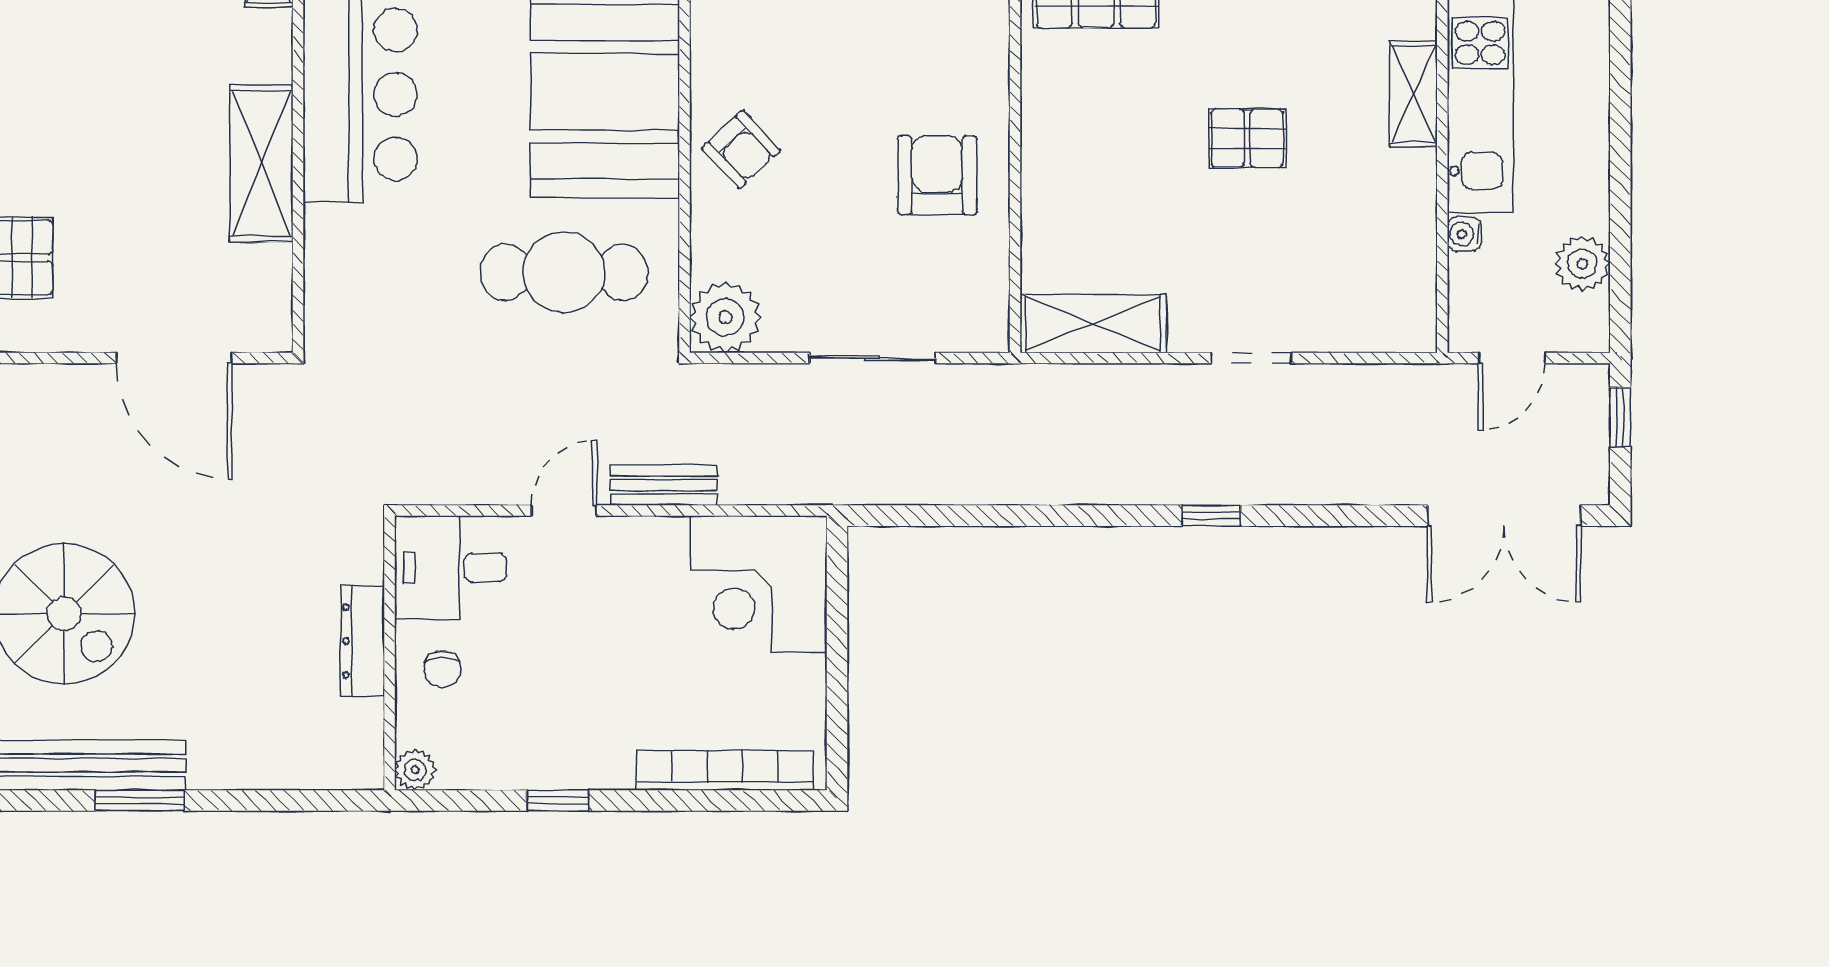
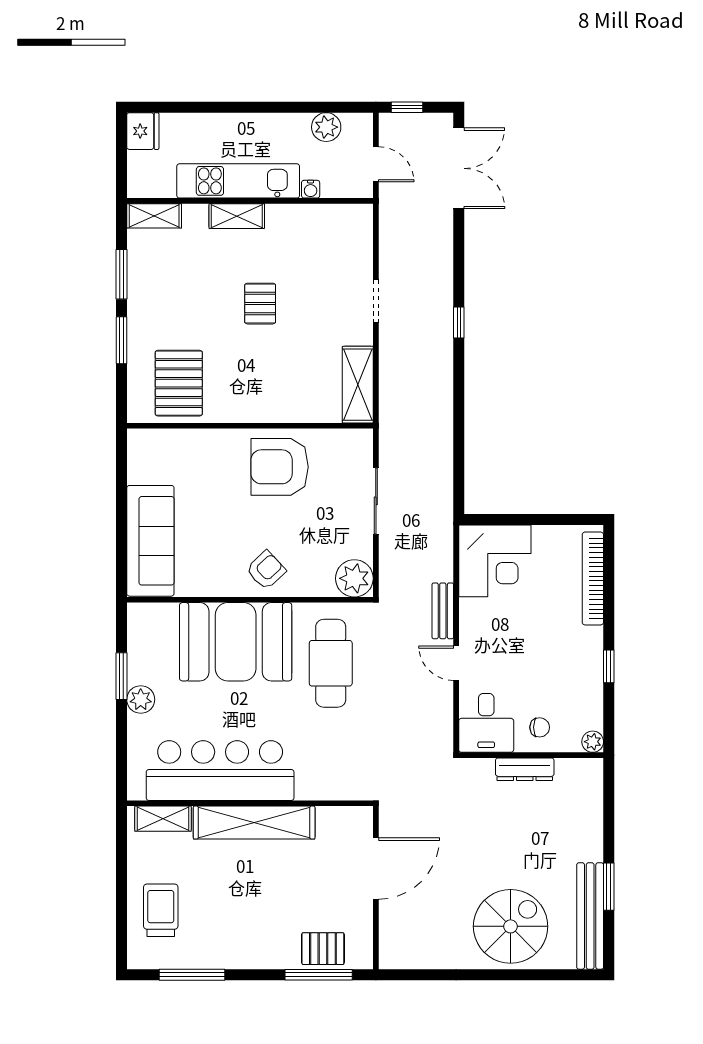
shelving: (261, 163) -> (254, 823), width x1.47
armchair: (937, 175) -> (280, 467), width x1.36, depth x1.36

